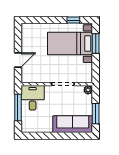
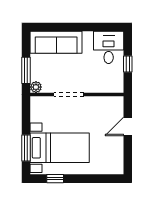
desk: (33, 98) -> (109, 47), moved, turned 180
window: (18, 108) -> (128, 64), width x0.46
window: (96, 114) -> (26, 70), moved

